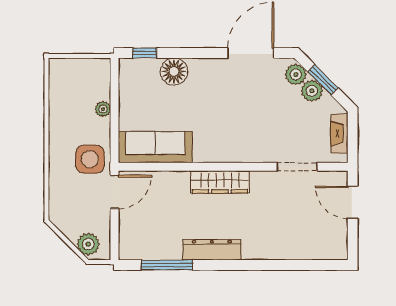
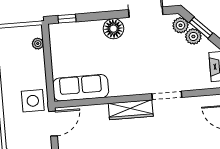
floor lamp: (174, 72) -> (113, 29), moved
plant: (103, 109) -> (38, 44), moved
doorway: (297, 167) -> (167, 95), moved

